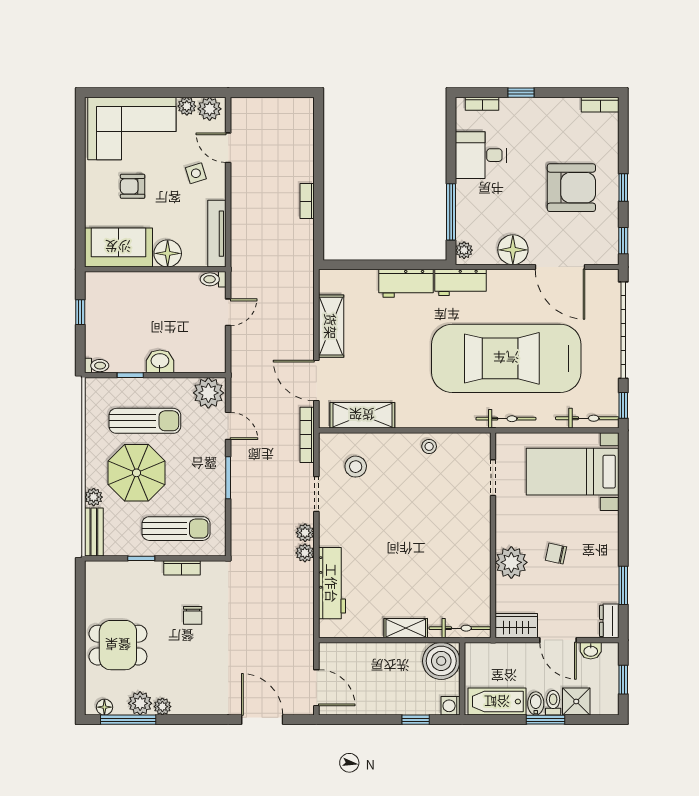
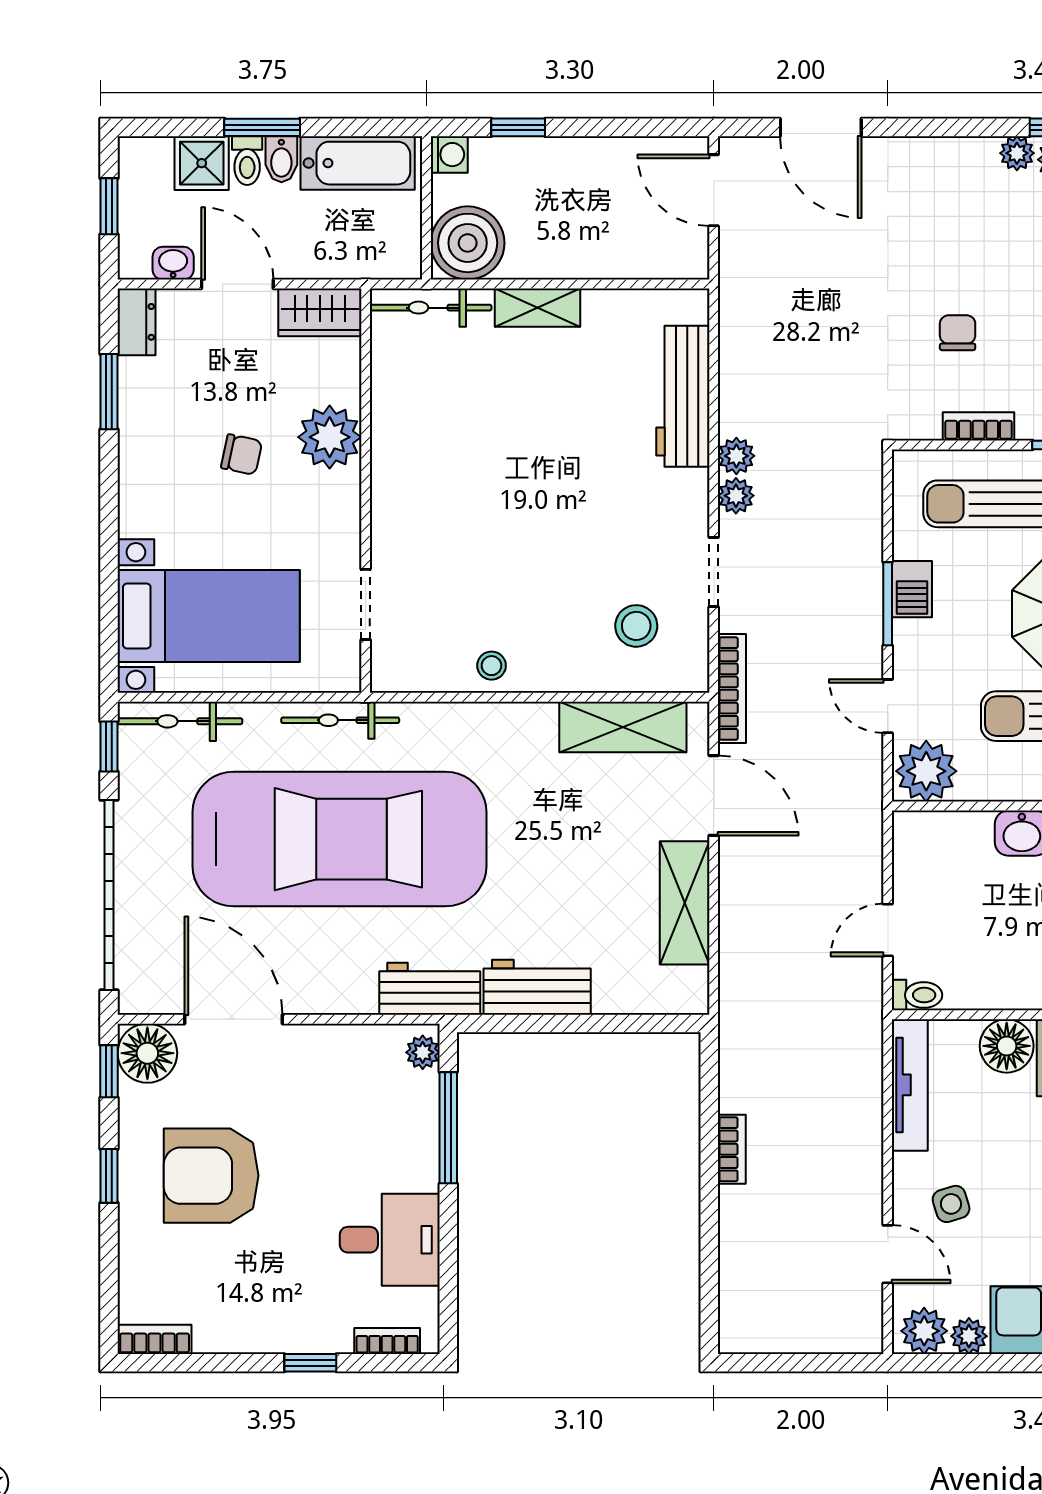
floor lamp: (513, 250) -> (147, 1053), moved
barbecue: (216, 485) -> (912, 589), added

